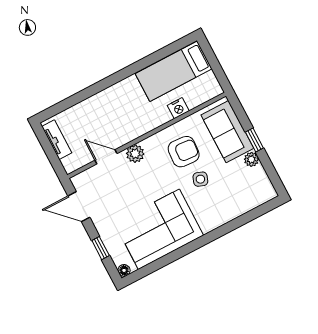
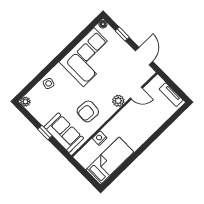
plant: (251, 159) -> (25, 102), moved
side table: (200, 179) -> (49, 83), moved
door: (79, 207) -> (144, 56), hinge flipped

